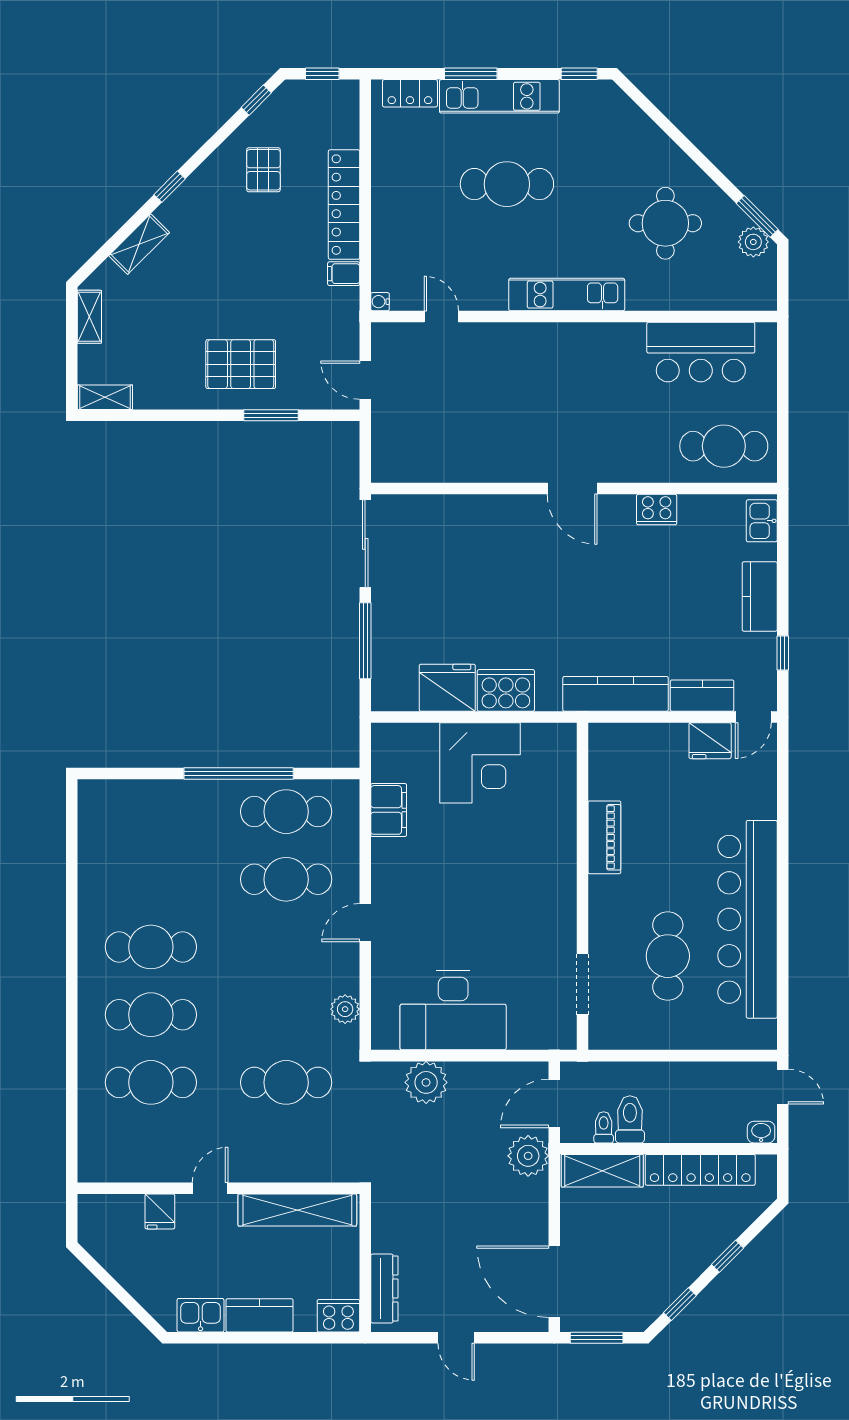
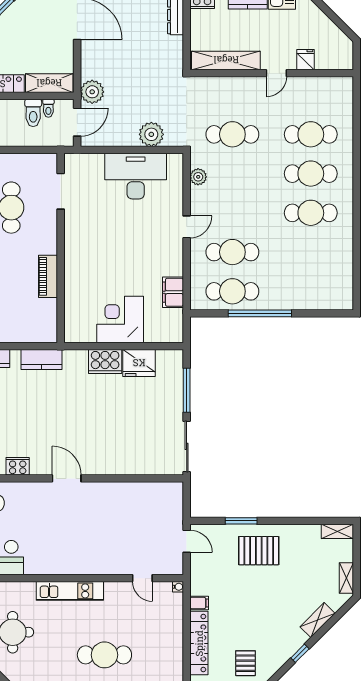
kitchen counter: (616, 694) -> (42, 359), width x0.67

